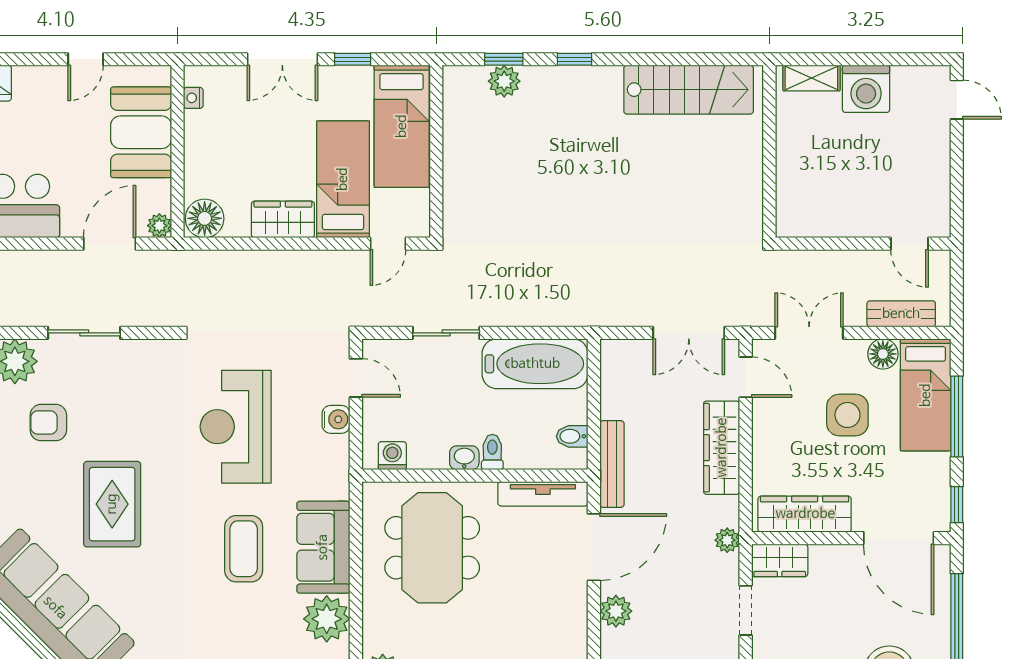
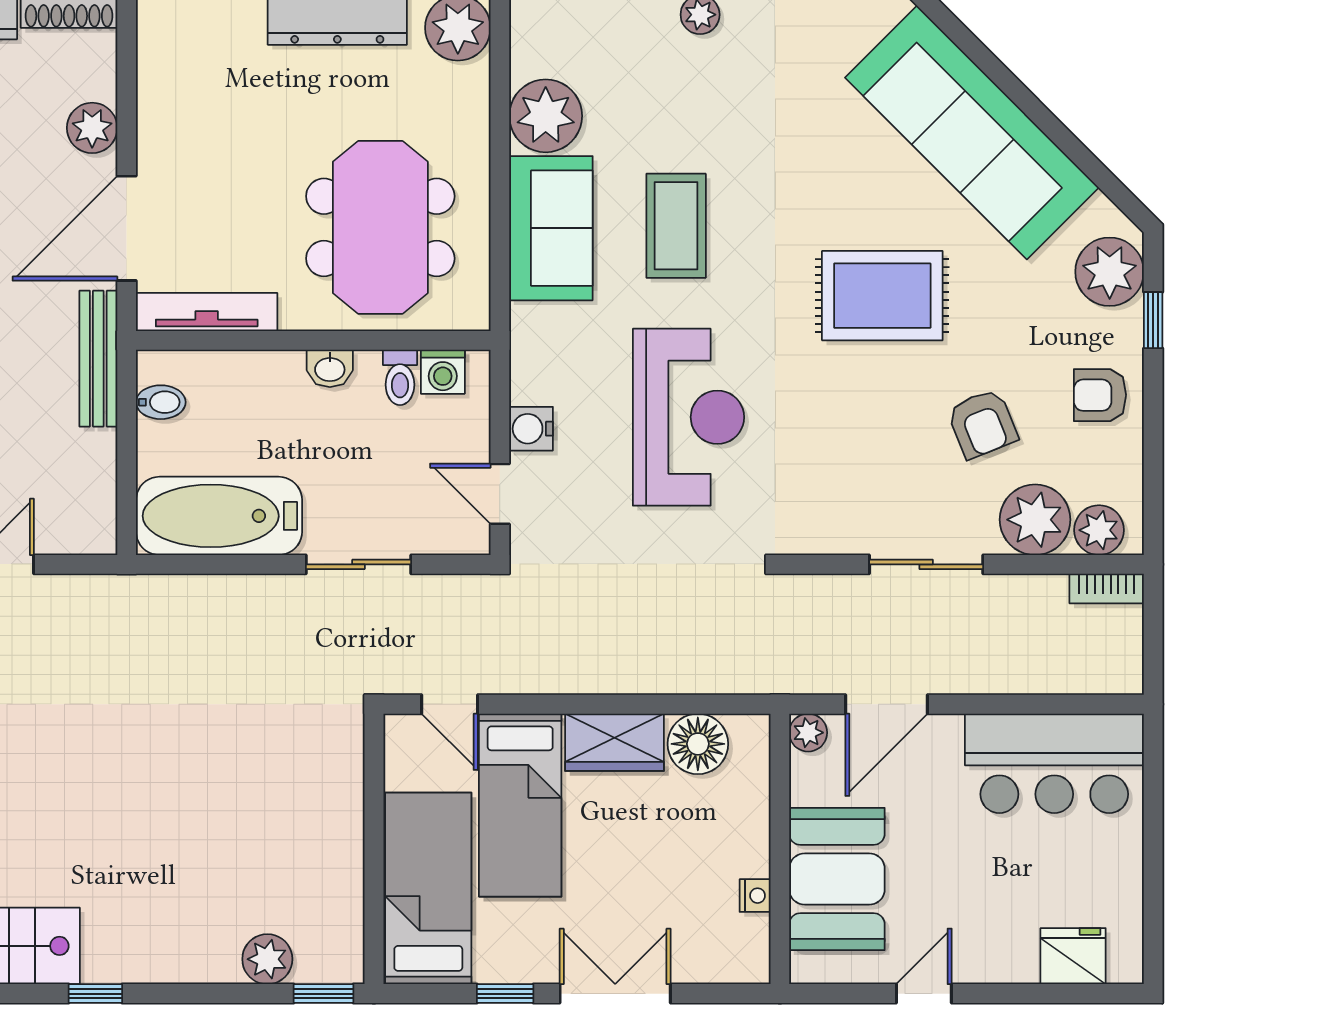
window: (504, 59) -> (324, 994), moved
window: (575, 59) -> (95, 994), moved
nightstand: (193, 98) -> (755, 896), moved
floor lamp: (205, 218) -> (698, 744), moved
door: (388, 244) -> (450, 704), swing flipped
armchair: (48, 423) -> (982, 424), turned 68
toilet: (492, 452) -> (400, 377), moved
rug: (112, 504) -> (882, 296), turned 90

